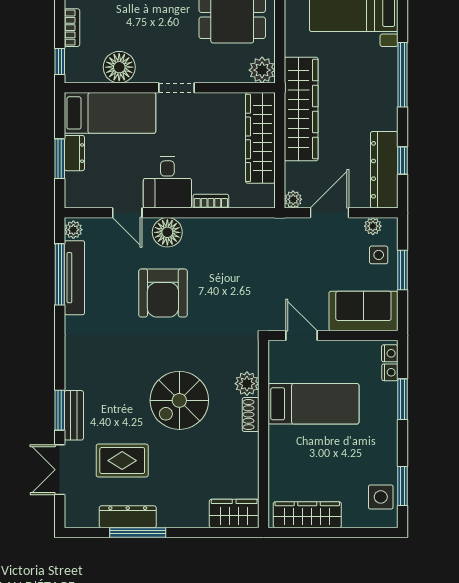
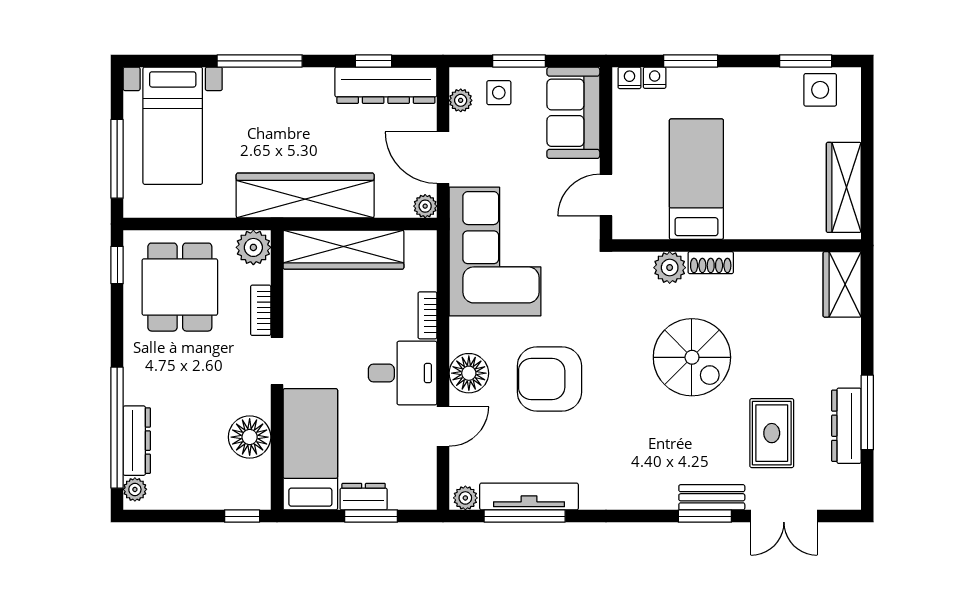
bookcase: (72, 28) -> (261, 310), moved, turned -90
corner sofa: (259, 252) -> (495, 251), added
armchair: (163, 293) -> (549, 379), turned 180

